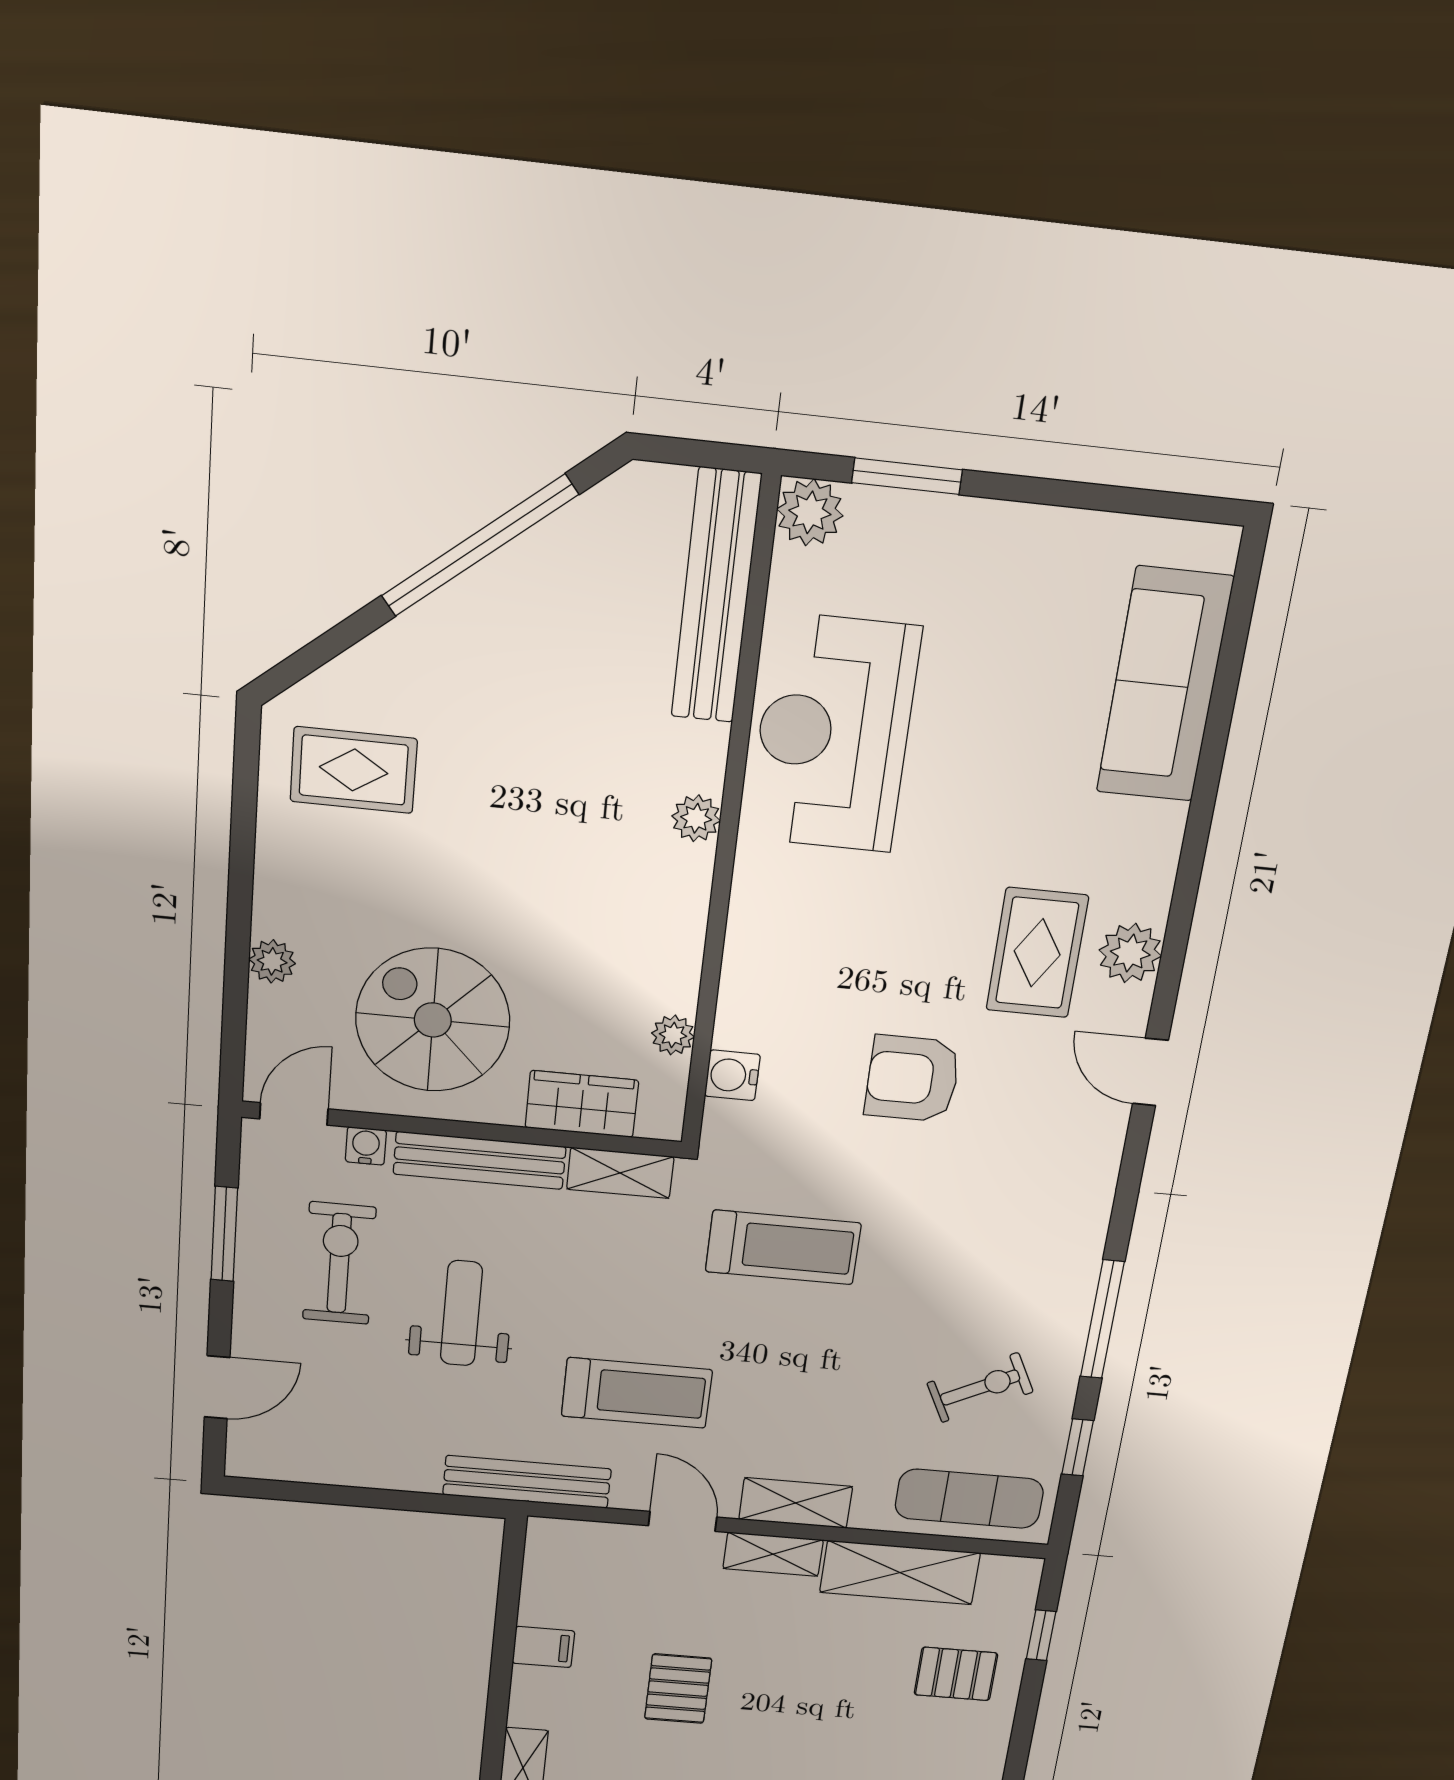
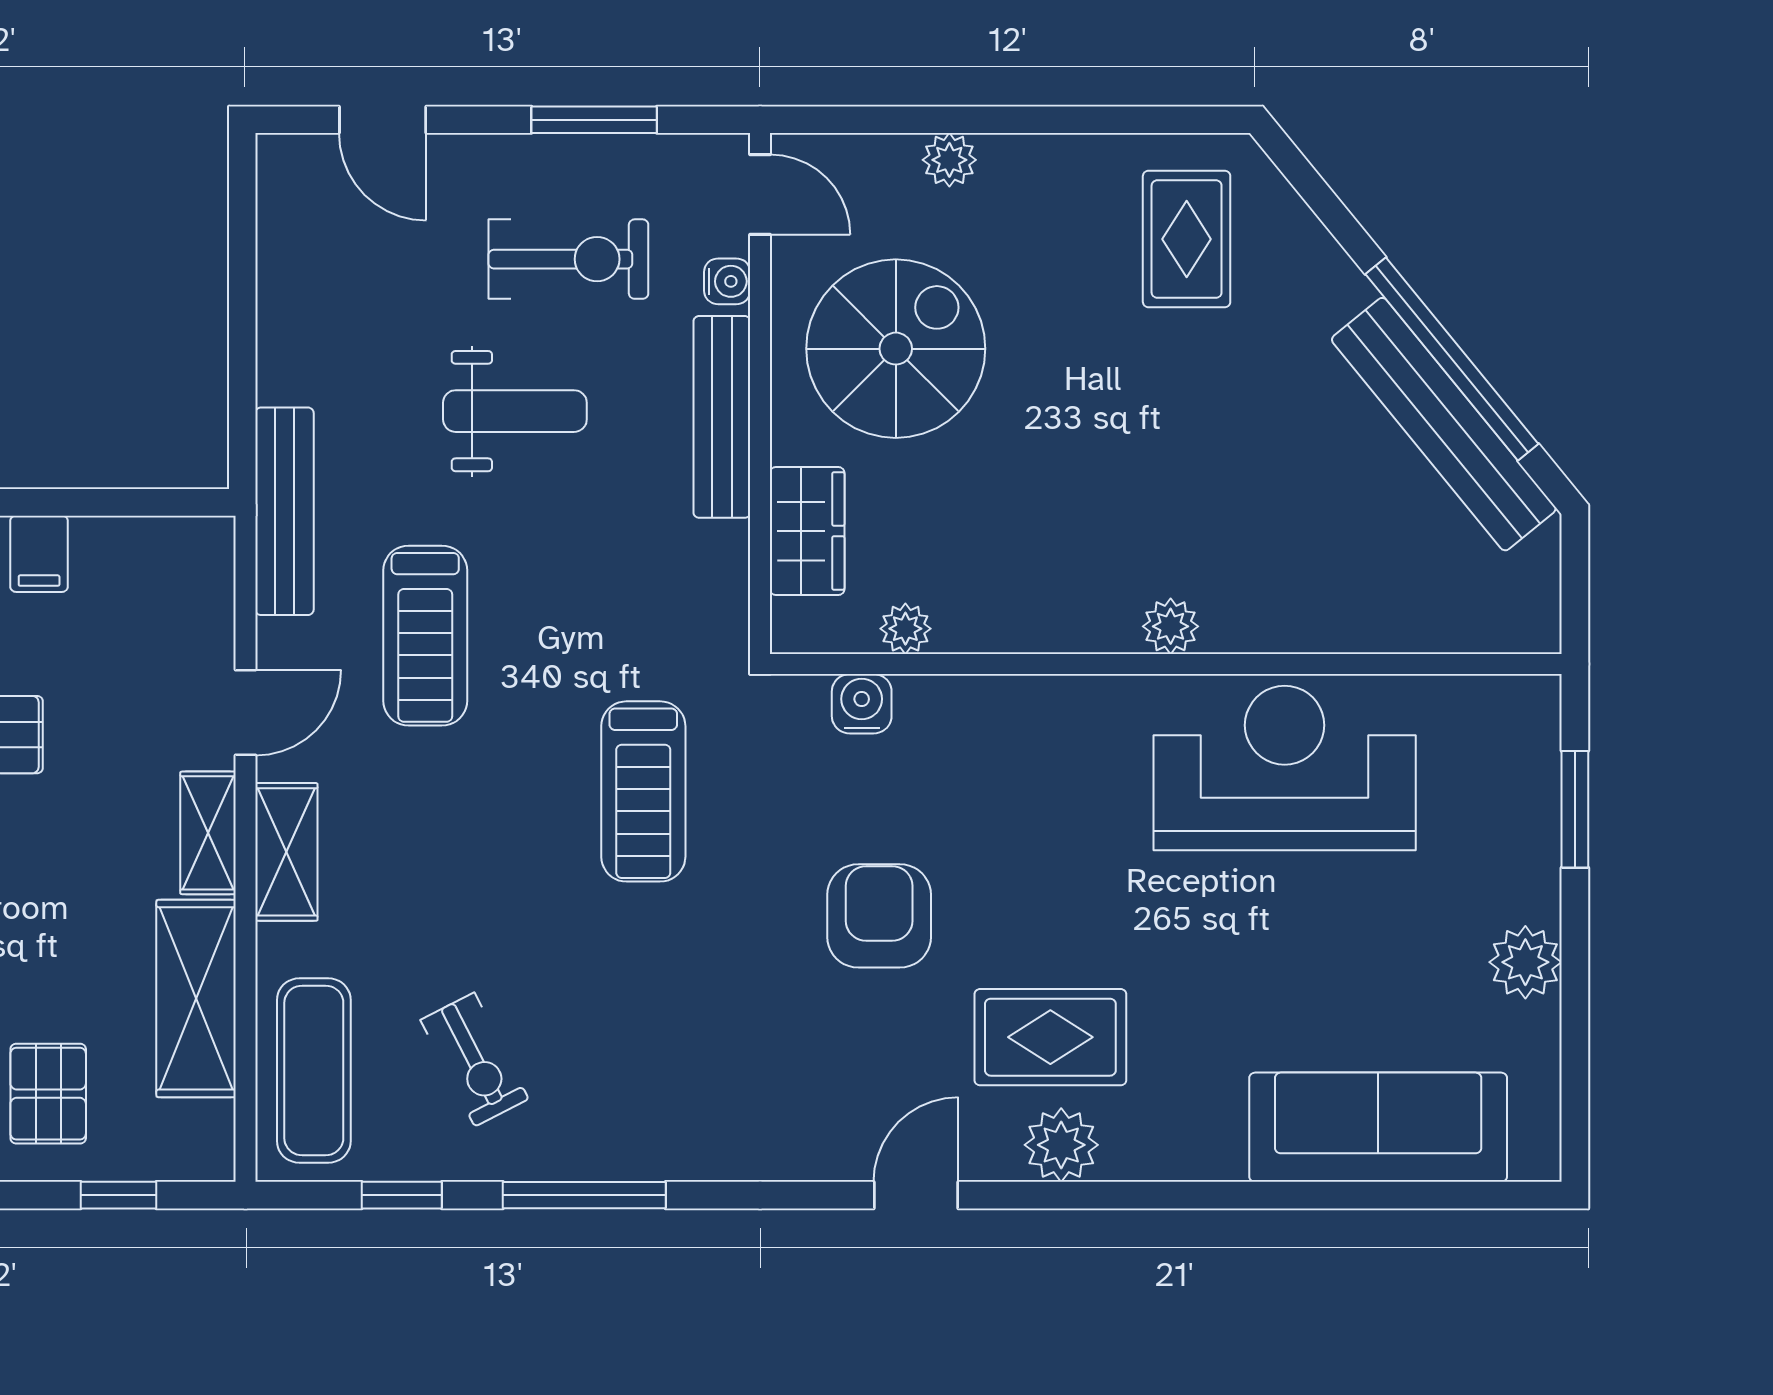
plant: (810, 512) -> (1525, 962), moved
bench: (716, 597) -> (1444, 424), moved, turned 51
shelving: (620, 1173) -> (722, 585), removed

